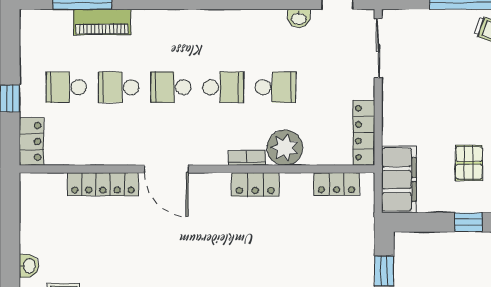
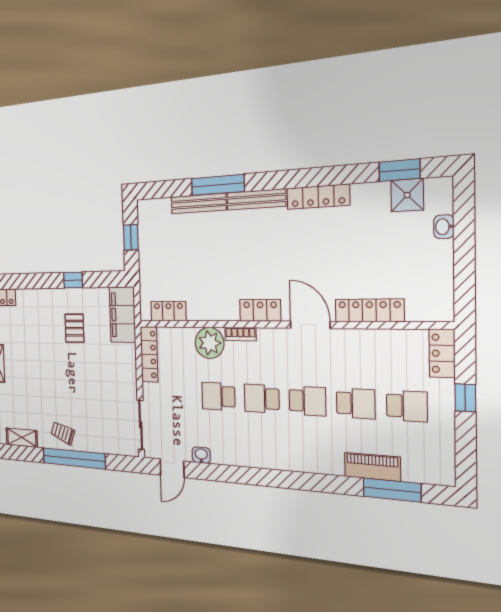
locker: (255, 184) -> (260, 310), moved

